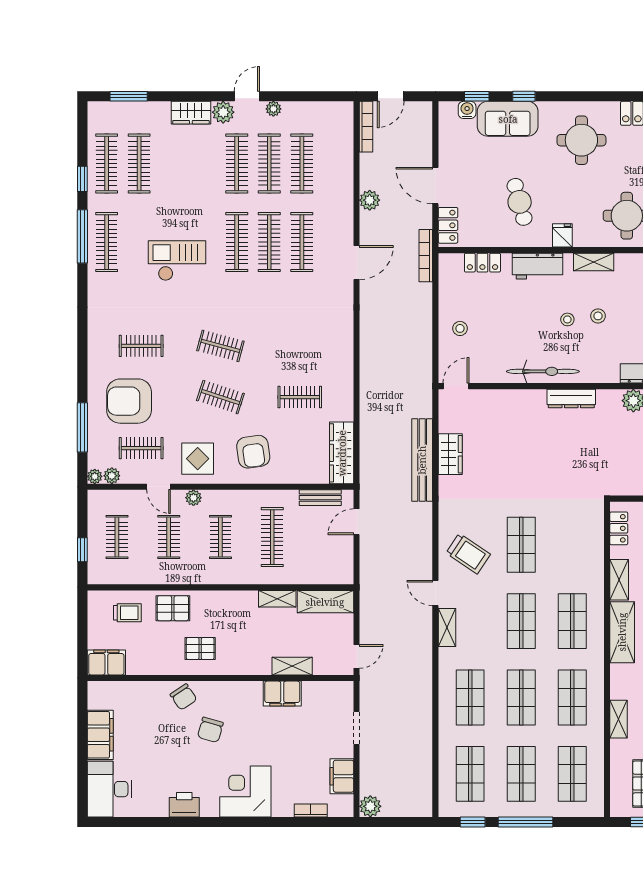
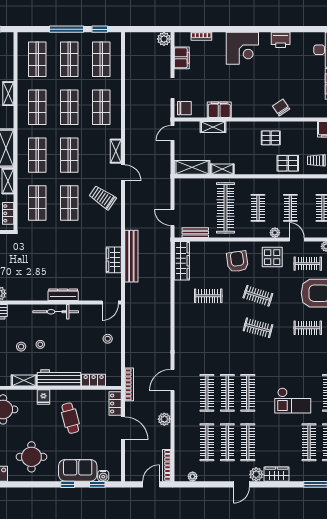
plant: (273, 109) -> (193, 477), moved
checkout: (177, 261) -> (293, 400), moved
workbench: (538, 266) -> (59, 378), width x1.38
dresser: (571, 399) -> (63, 295), moved
door: (357, 522) -> (173, 217), swing flipped
clothes rail: (272, 537) -> (225, 208), width x1.37, depth x1.31
shop shelf: (572, 545) -> (37, 203), added
chair: (210, 730) -> (184, 108), moved, turned 74

